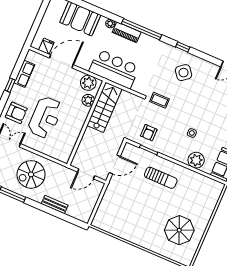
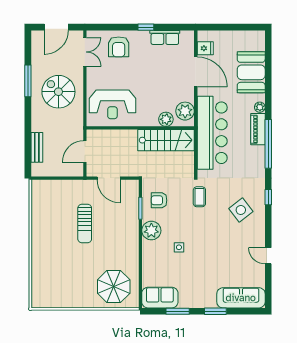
bar counter: (114, 69) -> (212, 133), width x1.36
reception desk: (45, 117) -> (112, 104), moved
plant: (196, 160) -> (151, 231), moved
door: (86, 174) -> (85, 151), hinge flipped
sun lounger: (161, 178) -> (85, 224), moved
bench: (55, 205) -> (37, 147), moved
parasol: (179, 230) -> (114, 287), moved

